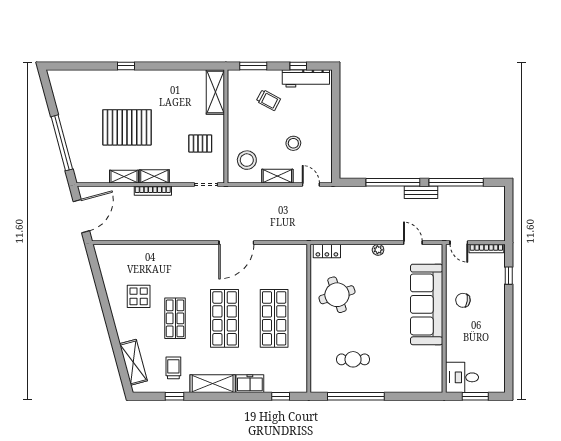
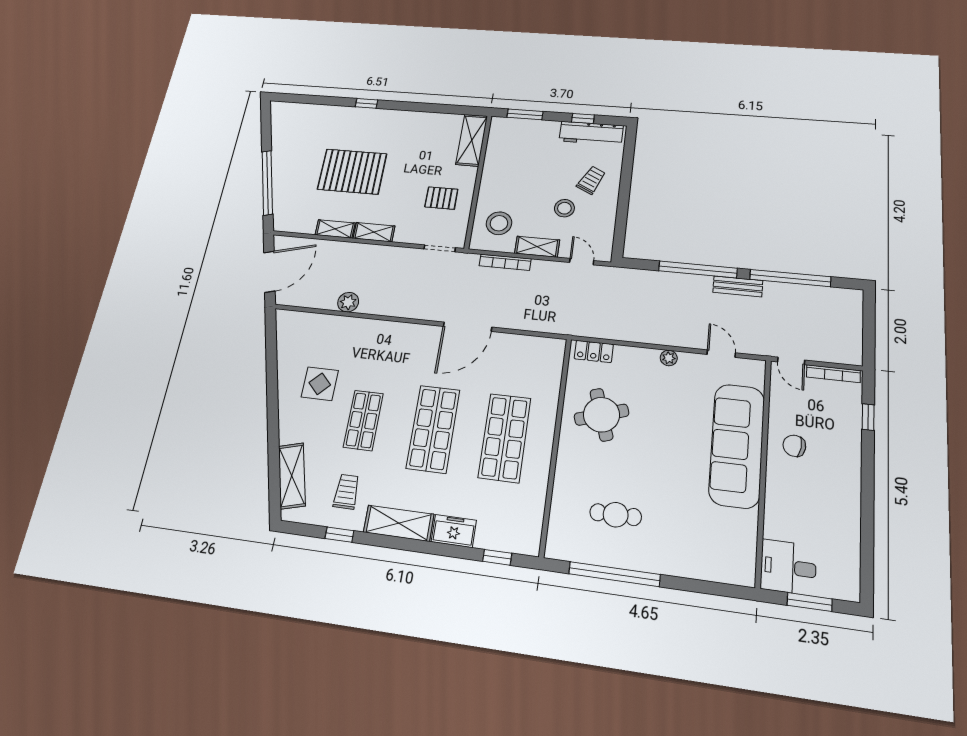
trolley: (268, 100) -> (591, 180), moved, turned -92
bookcase: (153, 191) -> (505, 262), moved
plant: (146, 234) -> (348, 302), added

